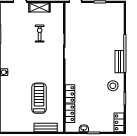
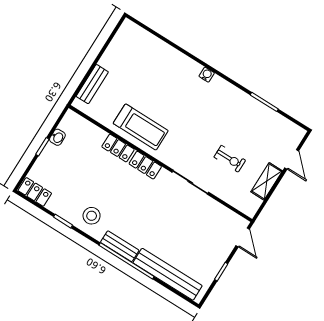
bench: (118, 28) -> (168, 274), added
treadmill: (39, 98) -> (141, 127), moved
locker: (70, 113) -> (145, 165), moved

